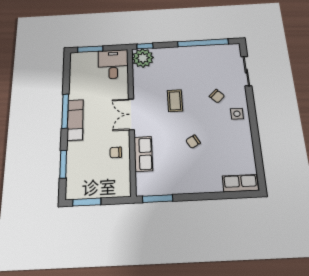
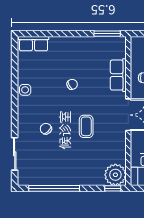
side table: (237, 114) -> (25, 90), moved

